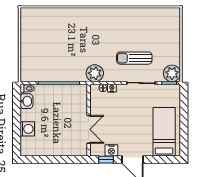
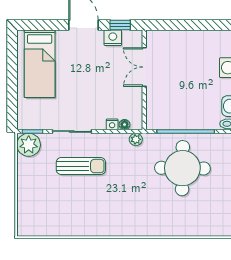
round table: (61, 57) -> (182, 168), added
plant: (95, 73) -> (136, 139), width x0.53, depth x0.53

